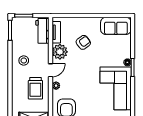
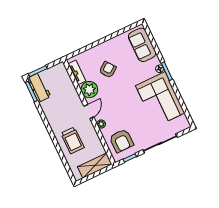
sofa: (116, 26) -> (142, 45), moved, turned 90
workbench: (42, 31) -> (39, 87), moved, turned 180
stool: (24, 61) -> (58, 115), removed
trolley: (35, 88) -> (73, 140), moved

